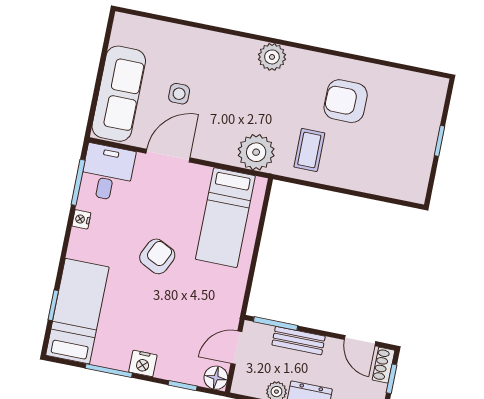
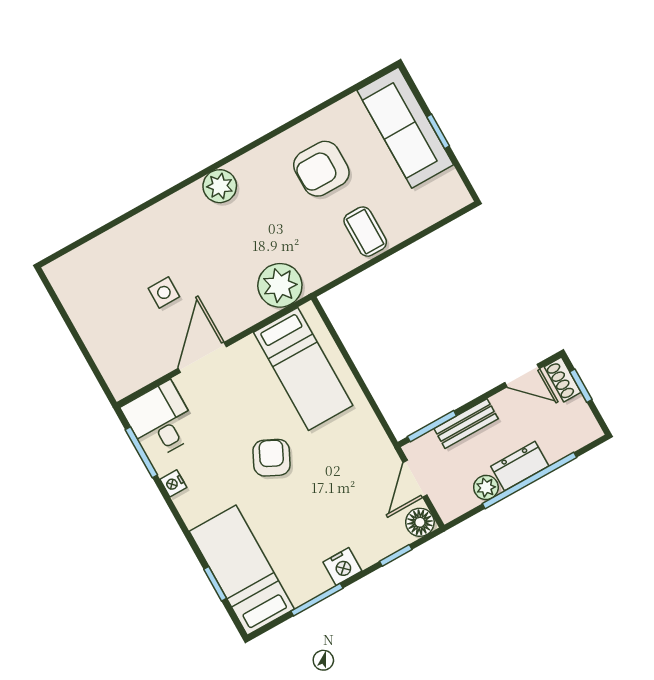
sofa: (119, 94) -> (405, 128), moved, turned 180
coffee table: (309, 150) -> (365, 232), moved

